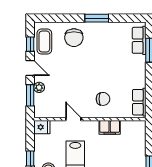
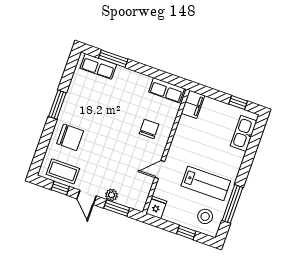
door: (30, 68) -> (87, 197), swing flipped
filing cabinet: (110, 127) -> (193, 104), moved

